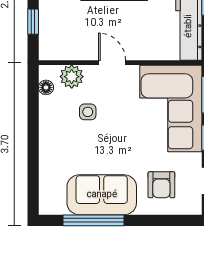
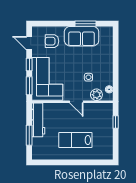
armchair: (161, 185) -> (52, 41), turned -90
window: (93, 220) -> (86, 24), width x0.69

